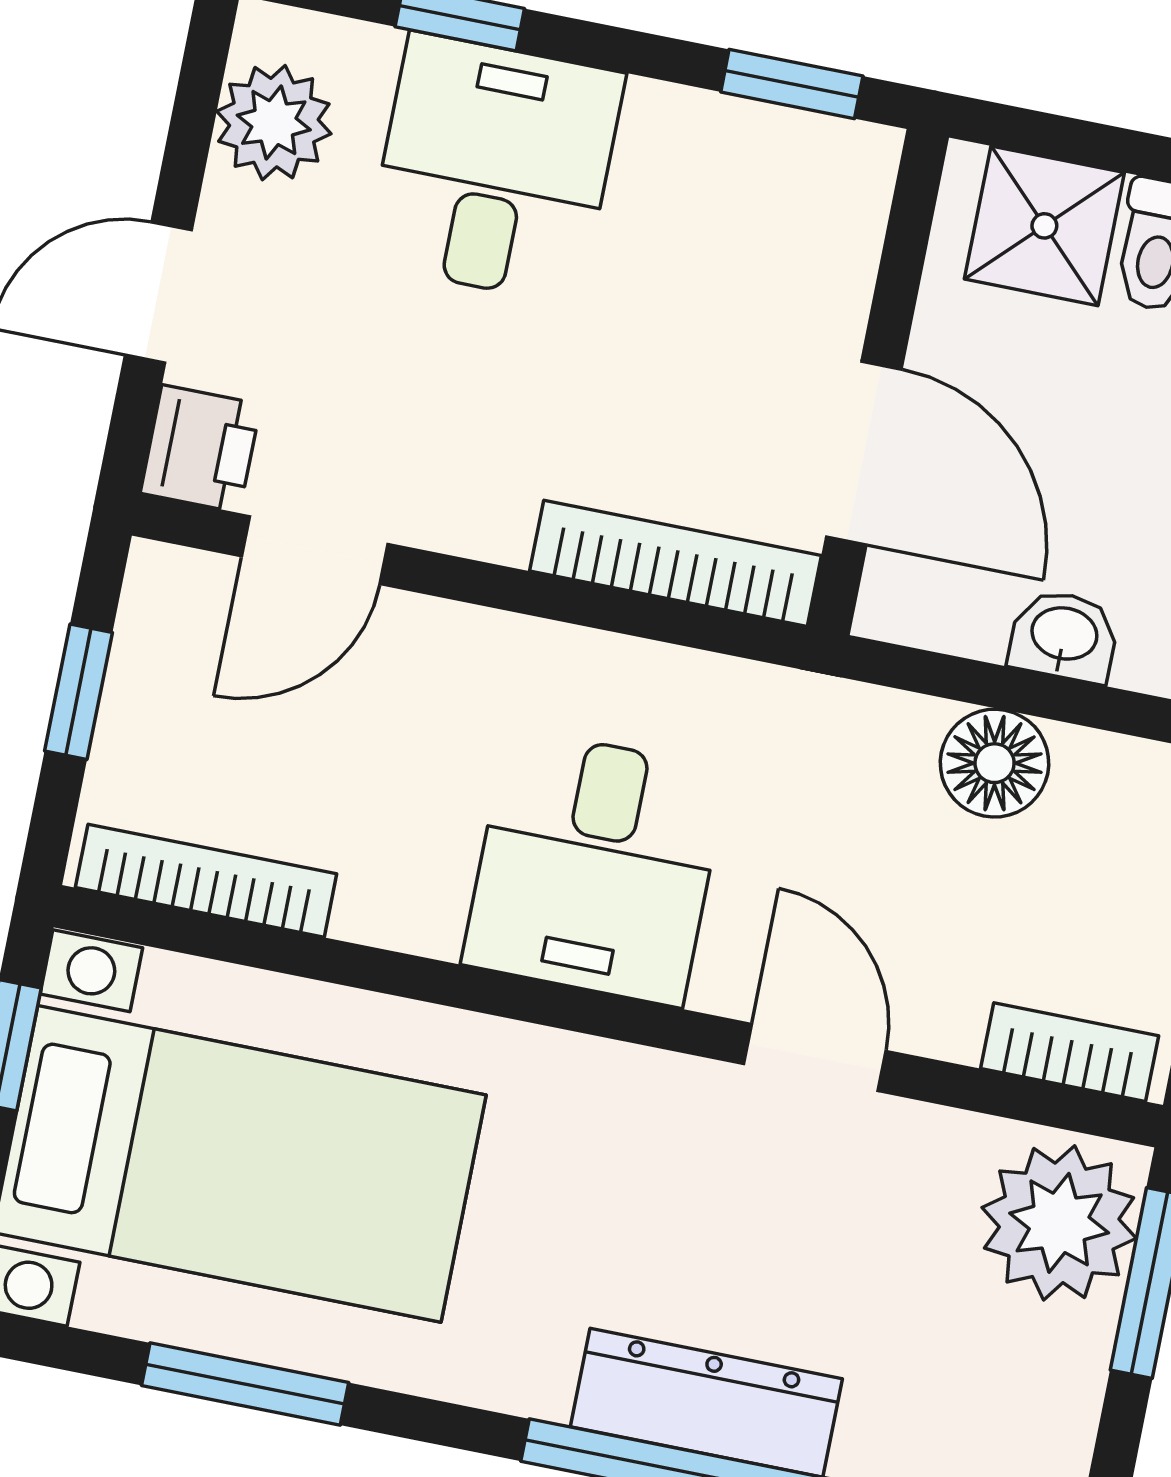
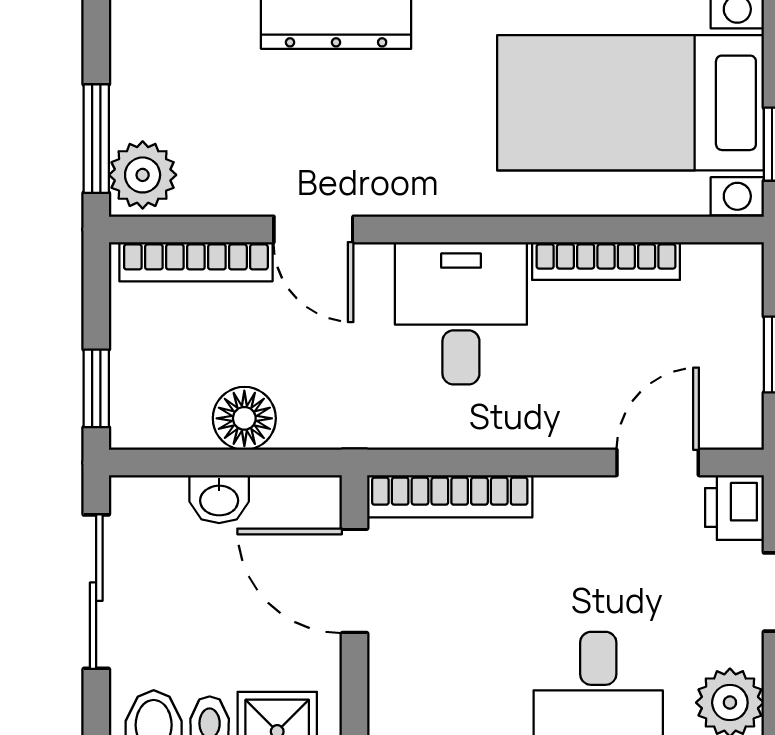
bookcase: (206, 881) -> (606, 261), moved
bookcase: (1070, 1052) -> (196, 262), width x1.56
plant: (1059, 1223) -> (143, 175), width x0.73, depth x0.73

